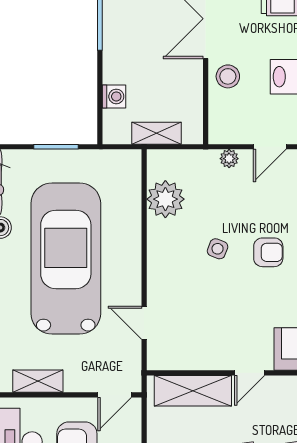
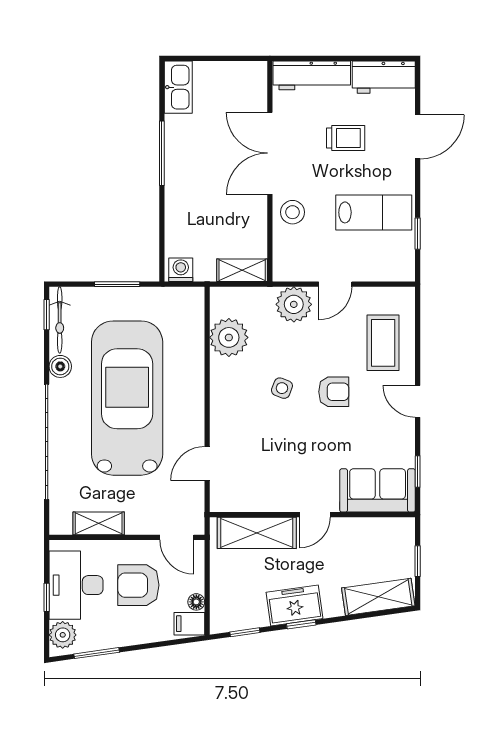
washing machine: (114, 96) -> (181, 270), moved, turned -90
shelving: (157, 133) -> (242, 270), moved
plant: (229, 159) -> (294, 304), width x1.87, depth x1.87
door: (144, 323) -> (207, 464), hinge flipped
door: (115, 395) -> (177, 537), hinge flipped

